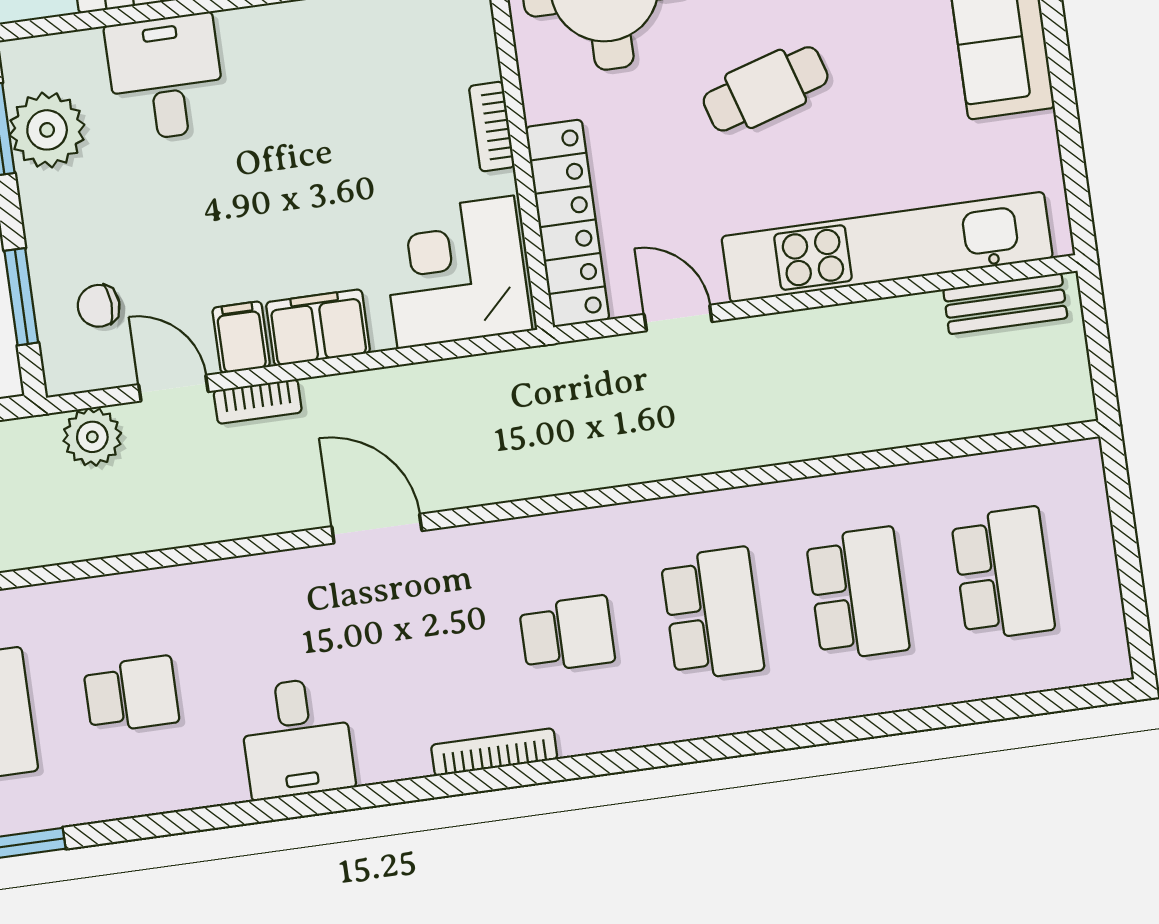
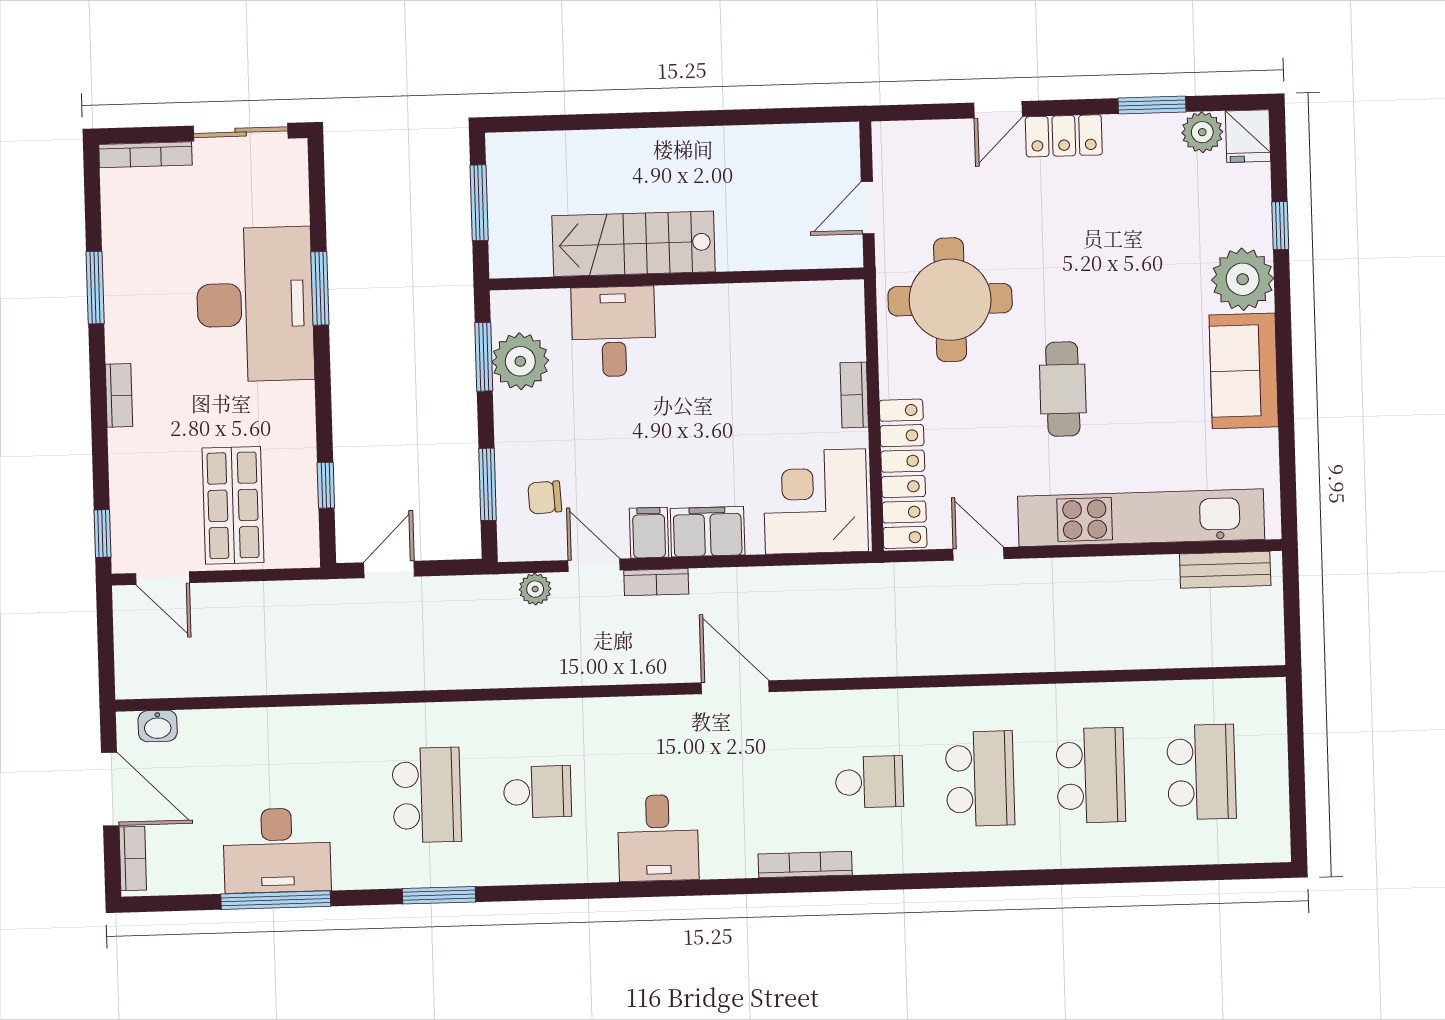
cafe table: (766, 89) -> (1063, 389), turned -73
plant: (92, 437) -> (535, 589), width x0.73, depth x0.73

